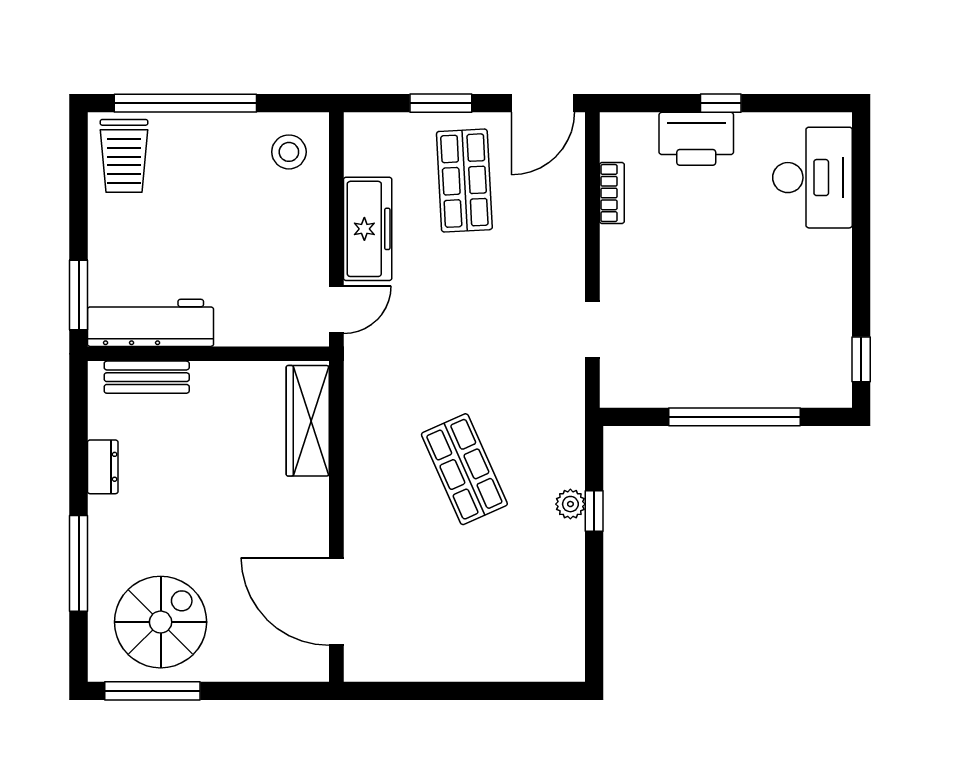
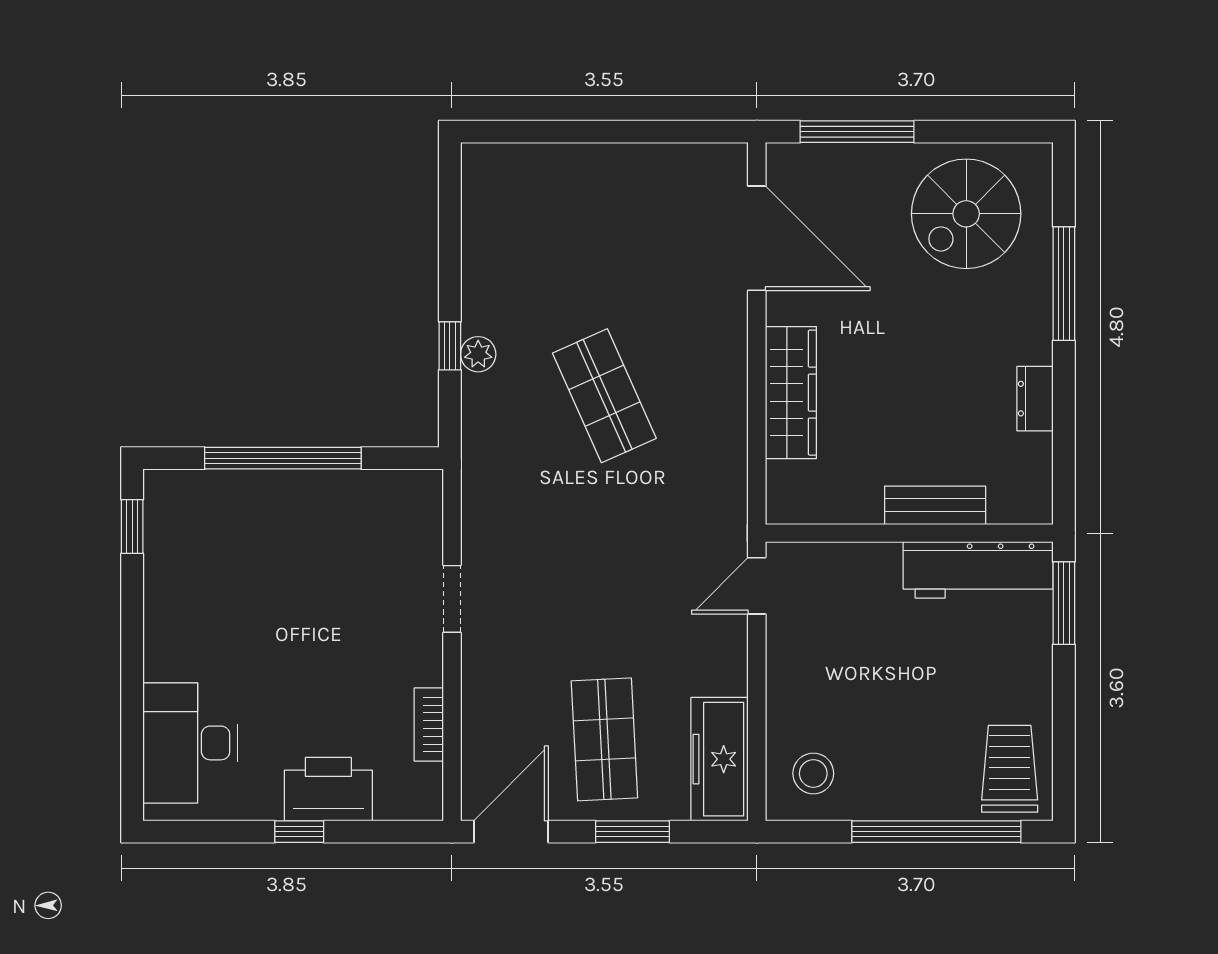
freezer: (368, 229) -> (720, 759), moved
doorway: (592, 330) -> (452, 599), moved
bench: (147, 377) -> (935, 505), moved
wardrobe: (308, 421) -> (791, 393), moved
window: (152, 691) -> (857, 132), moved

